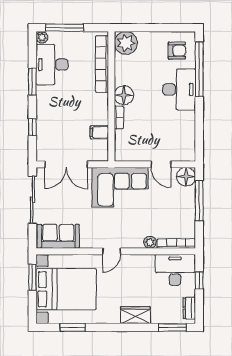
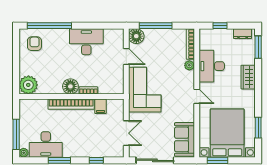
bookcase: (102, 64) -> (71, 104), moved
desk: (179, 89) -> (86, 42), moved
double door: (66, 164) -> (126, 133), width x0.73
door: (161, 164) -> (126, 57), hinge flipped
desk: (175, 270) -> (212, 66), moved

